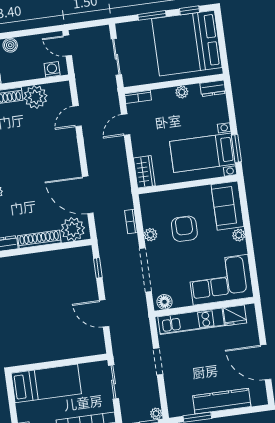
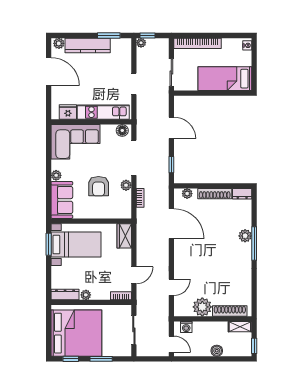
dresser: (213, 88) -> (65, 295), width x1.44
plant: (73, 229) -> (187, 194), width x0.53, depth x0.53
plant: (258, 399) -> (59, 43), added

